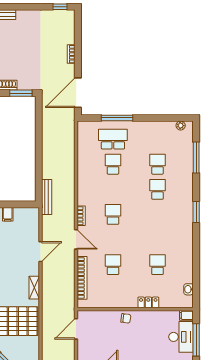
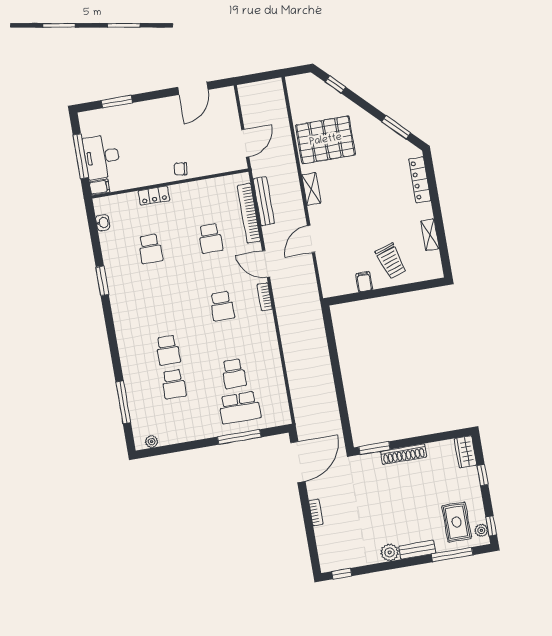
plant: (23, 16) -> (390, 552), added
bench: (47, 197) -> (264, 201), moved
window: (196, 212) -> (102, 281), moved

